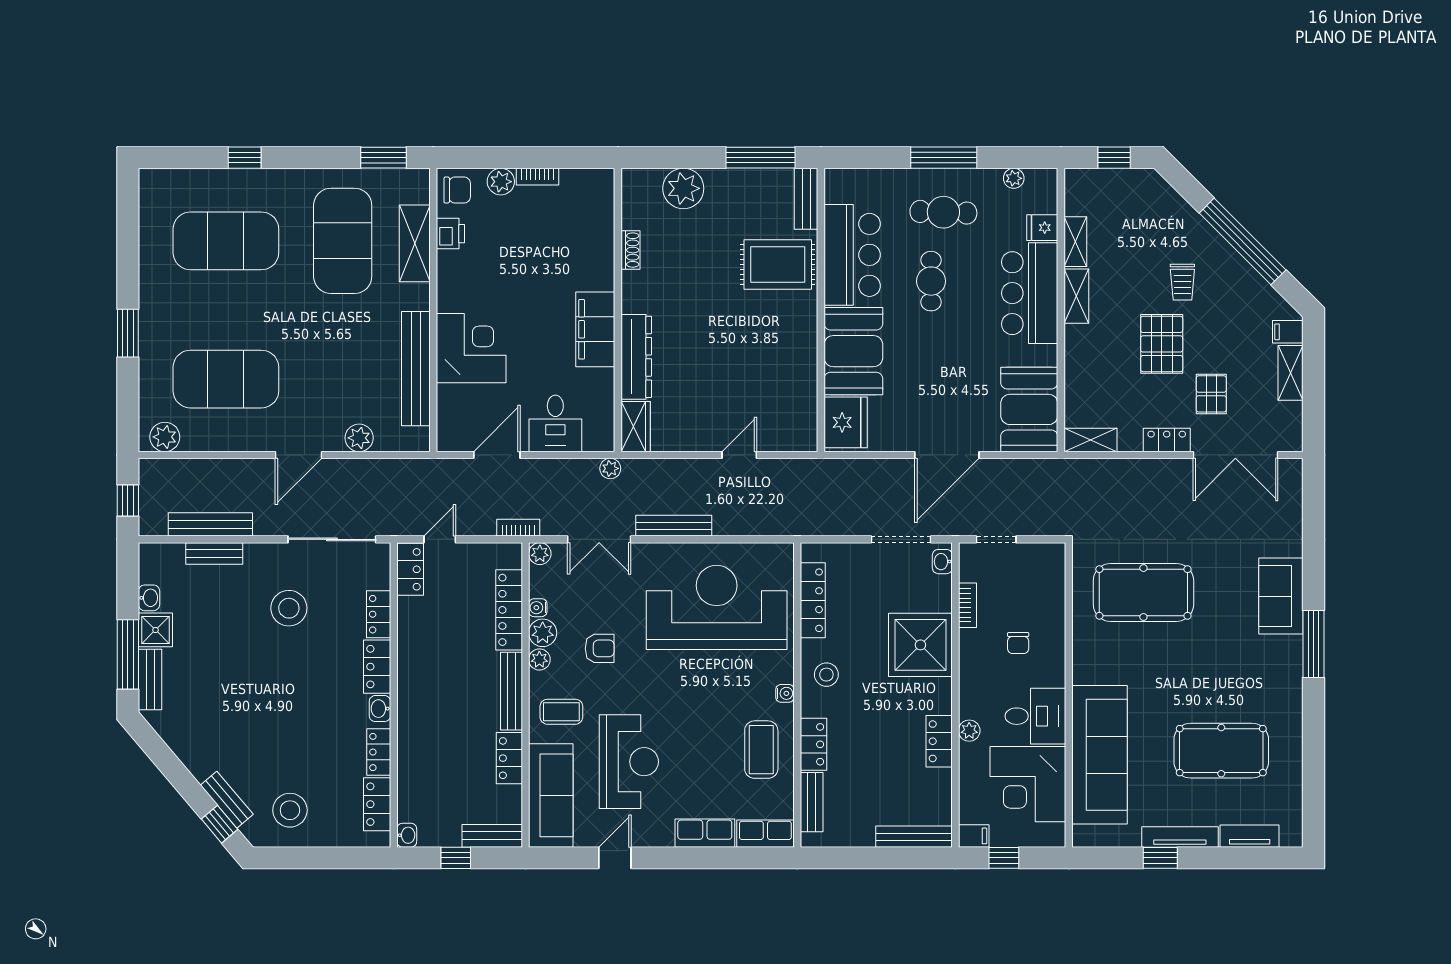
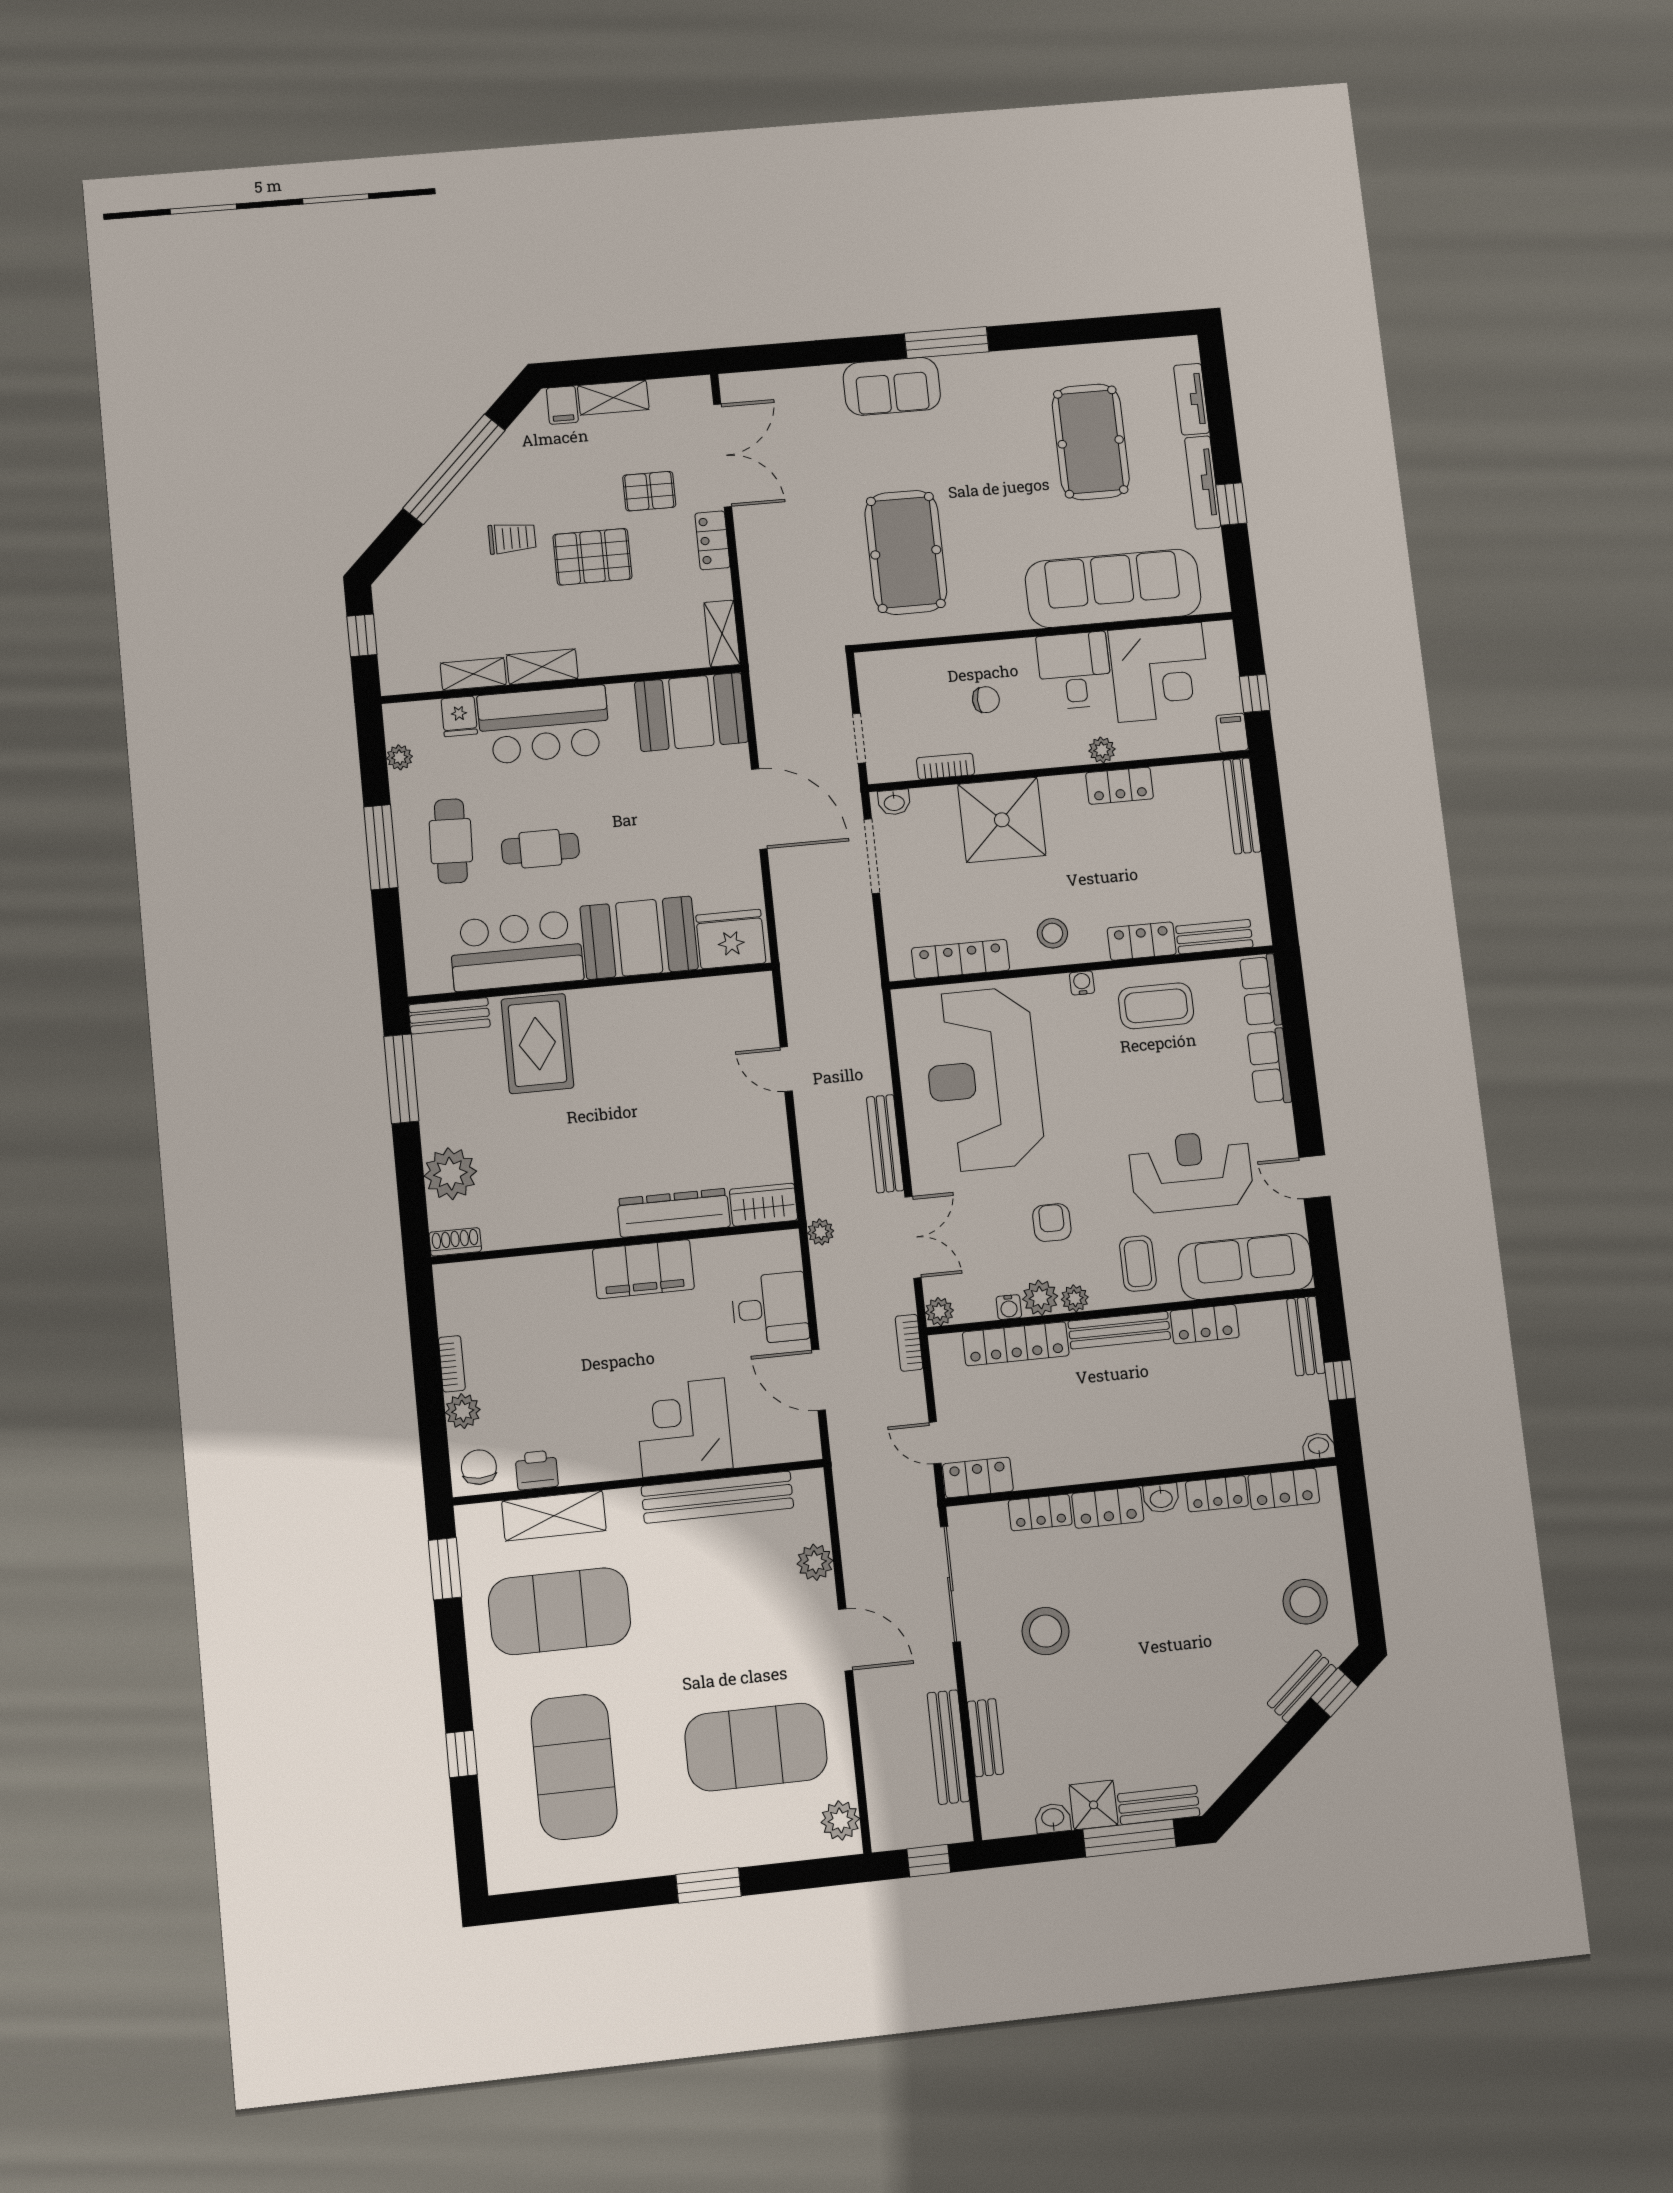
shoe rack: (630, 250) -> (455, 1242), moved
exercise mat: (226, 379) -> (756, 1747), turned 90

